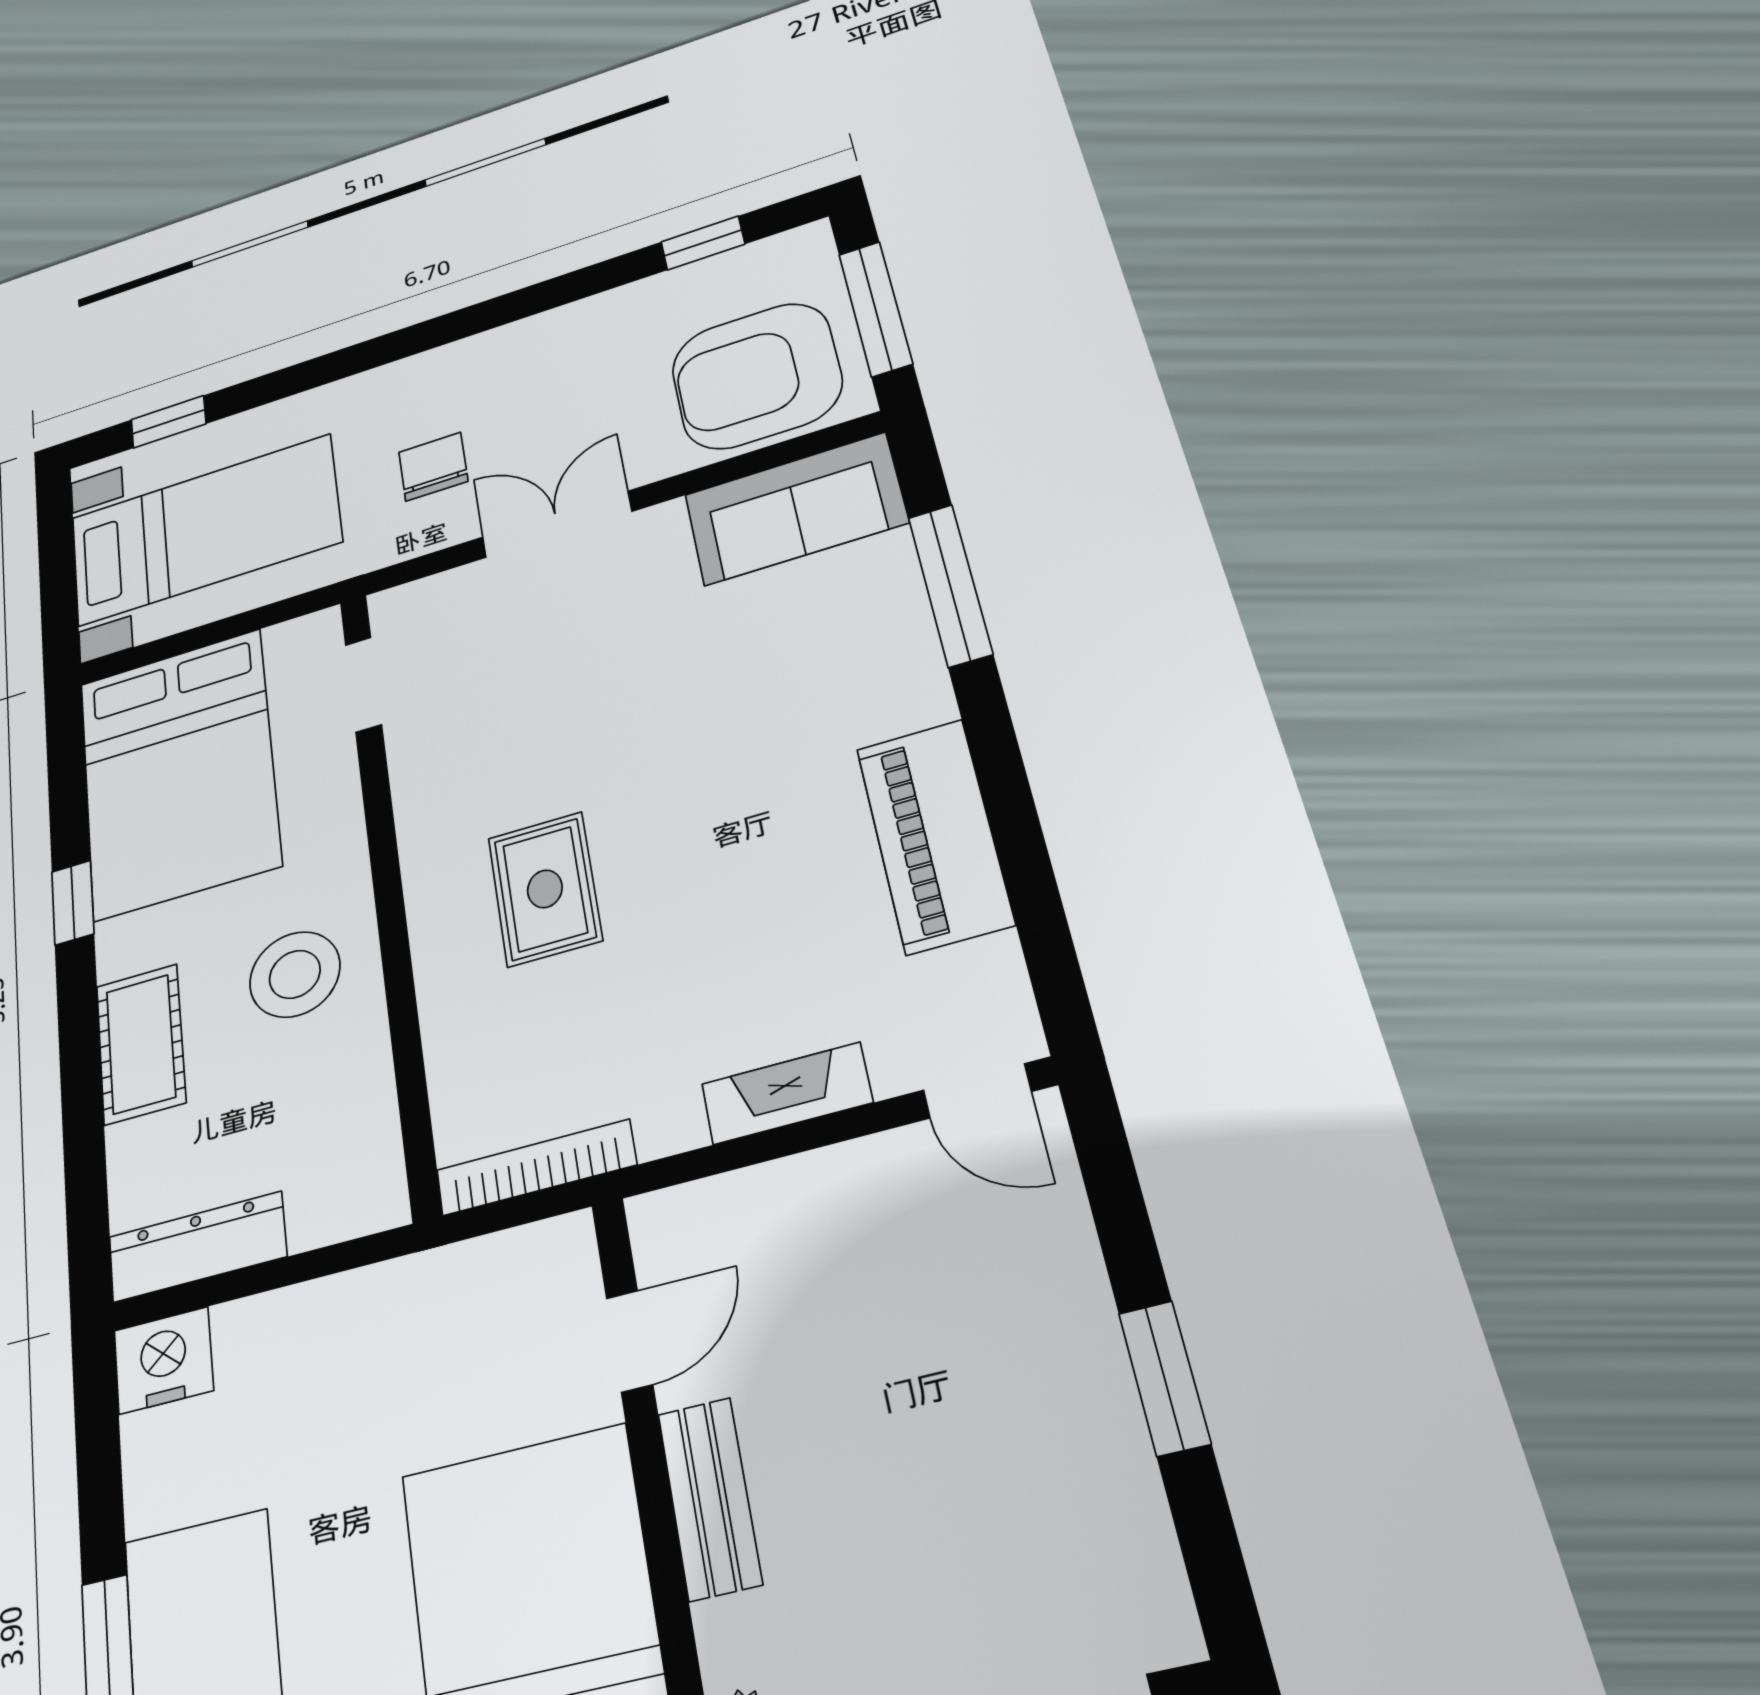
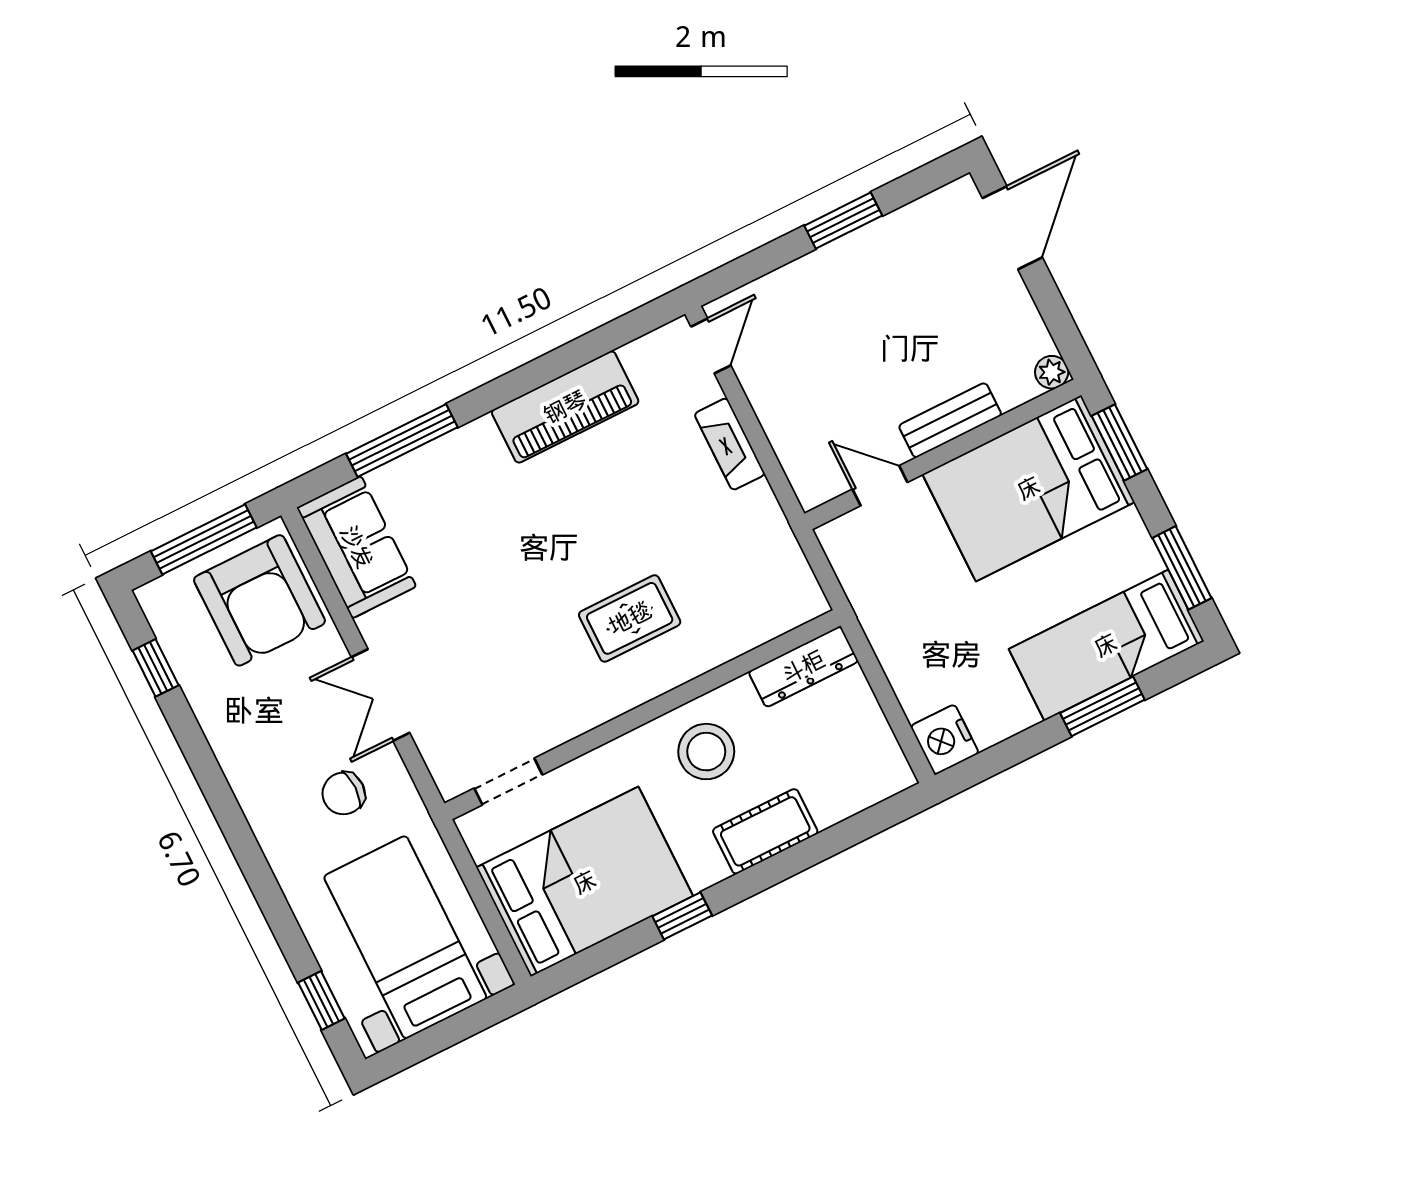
bookcase: (536, 1167) -> (796, 567), removed
dresser: (197, 1247) -> (803, 667), moved, turned -90

